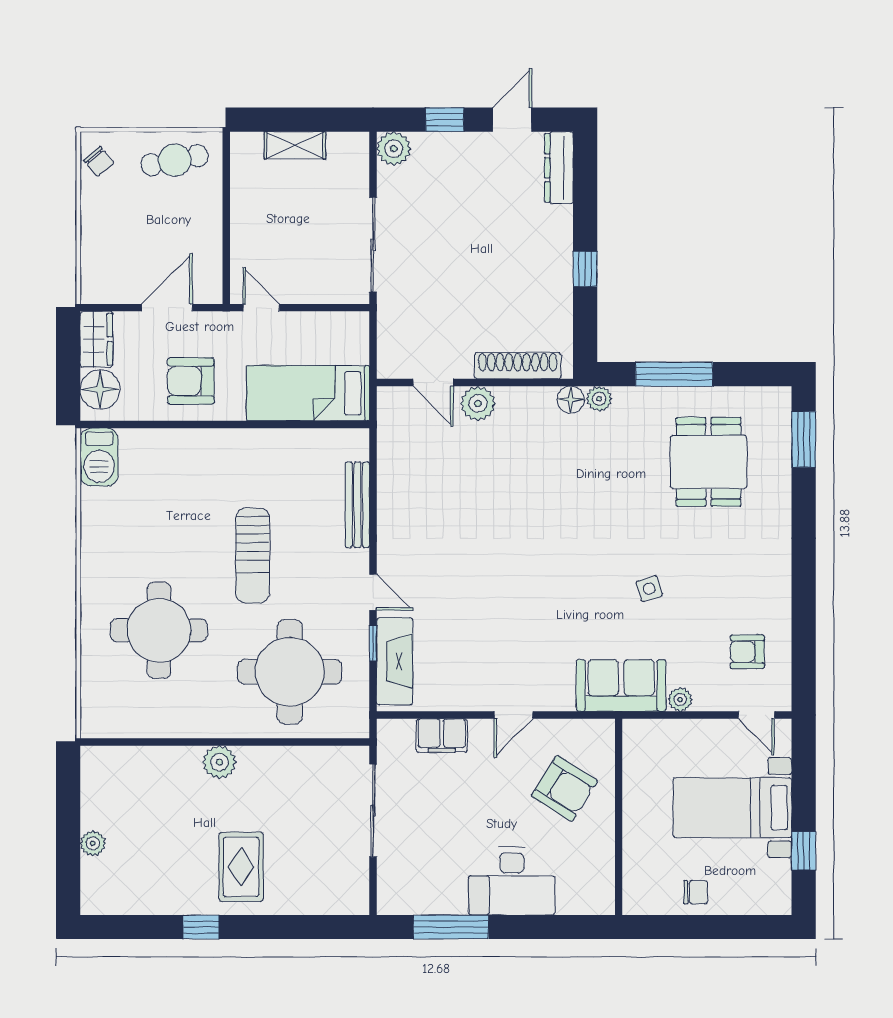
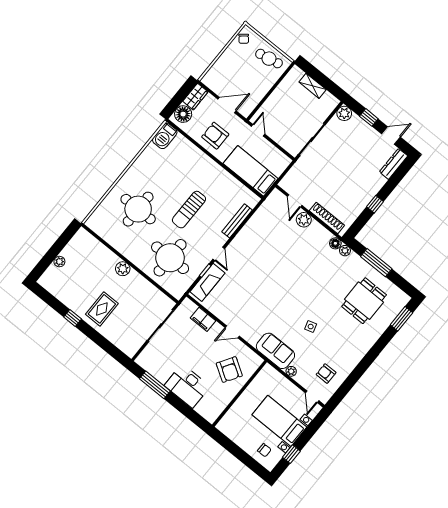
chair: (696, 892) -> (264, 450), moved

